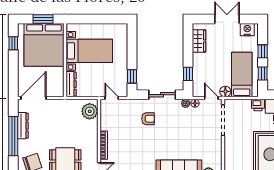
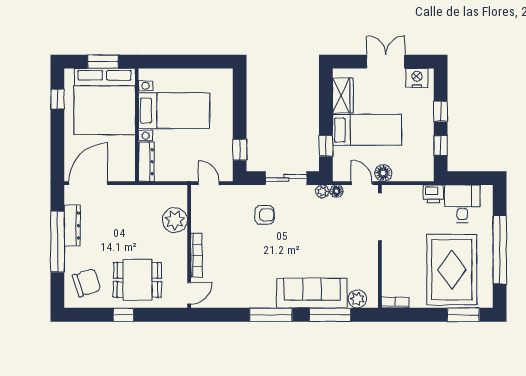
bed: (242, 75) -> (367, 130), moved, turned 90
plant: (90, 111) -> (175, 220), moved

